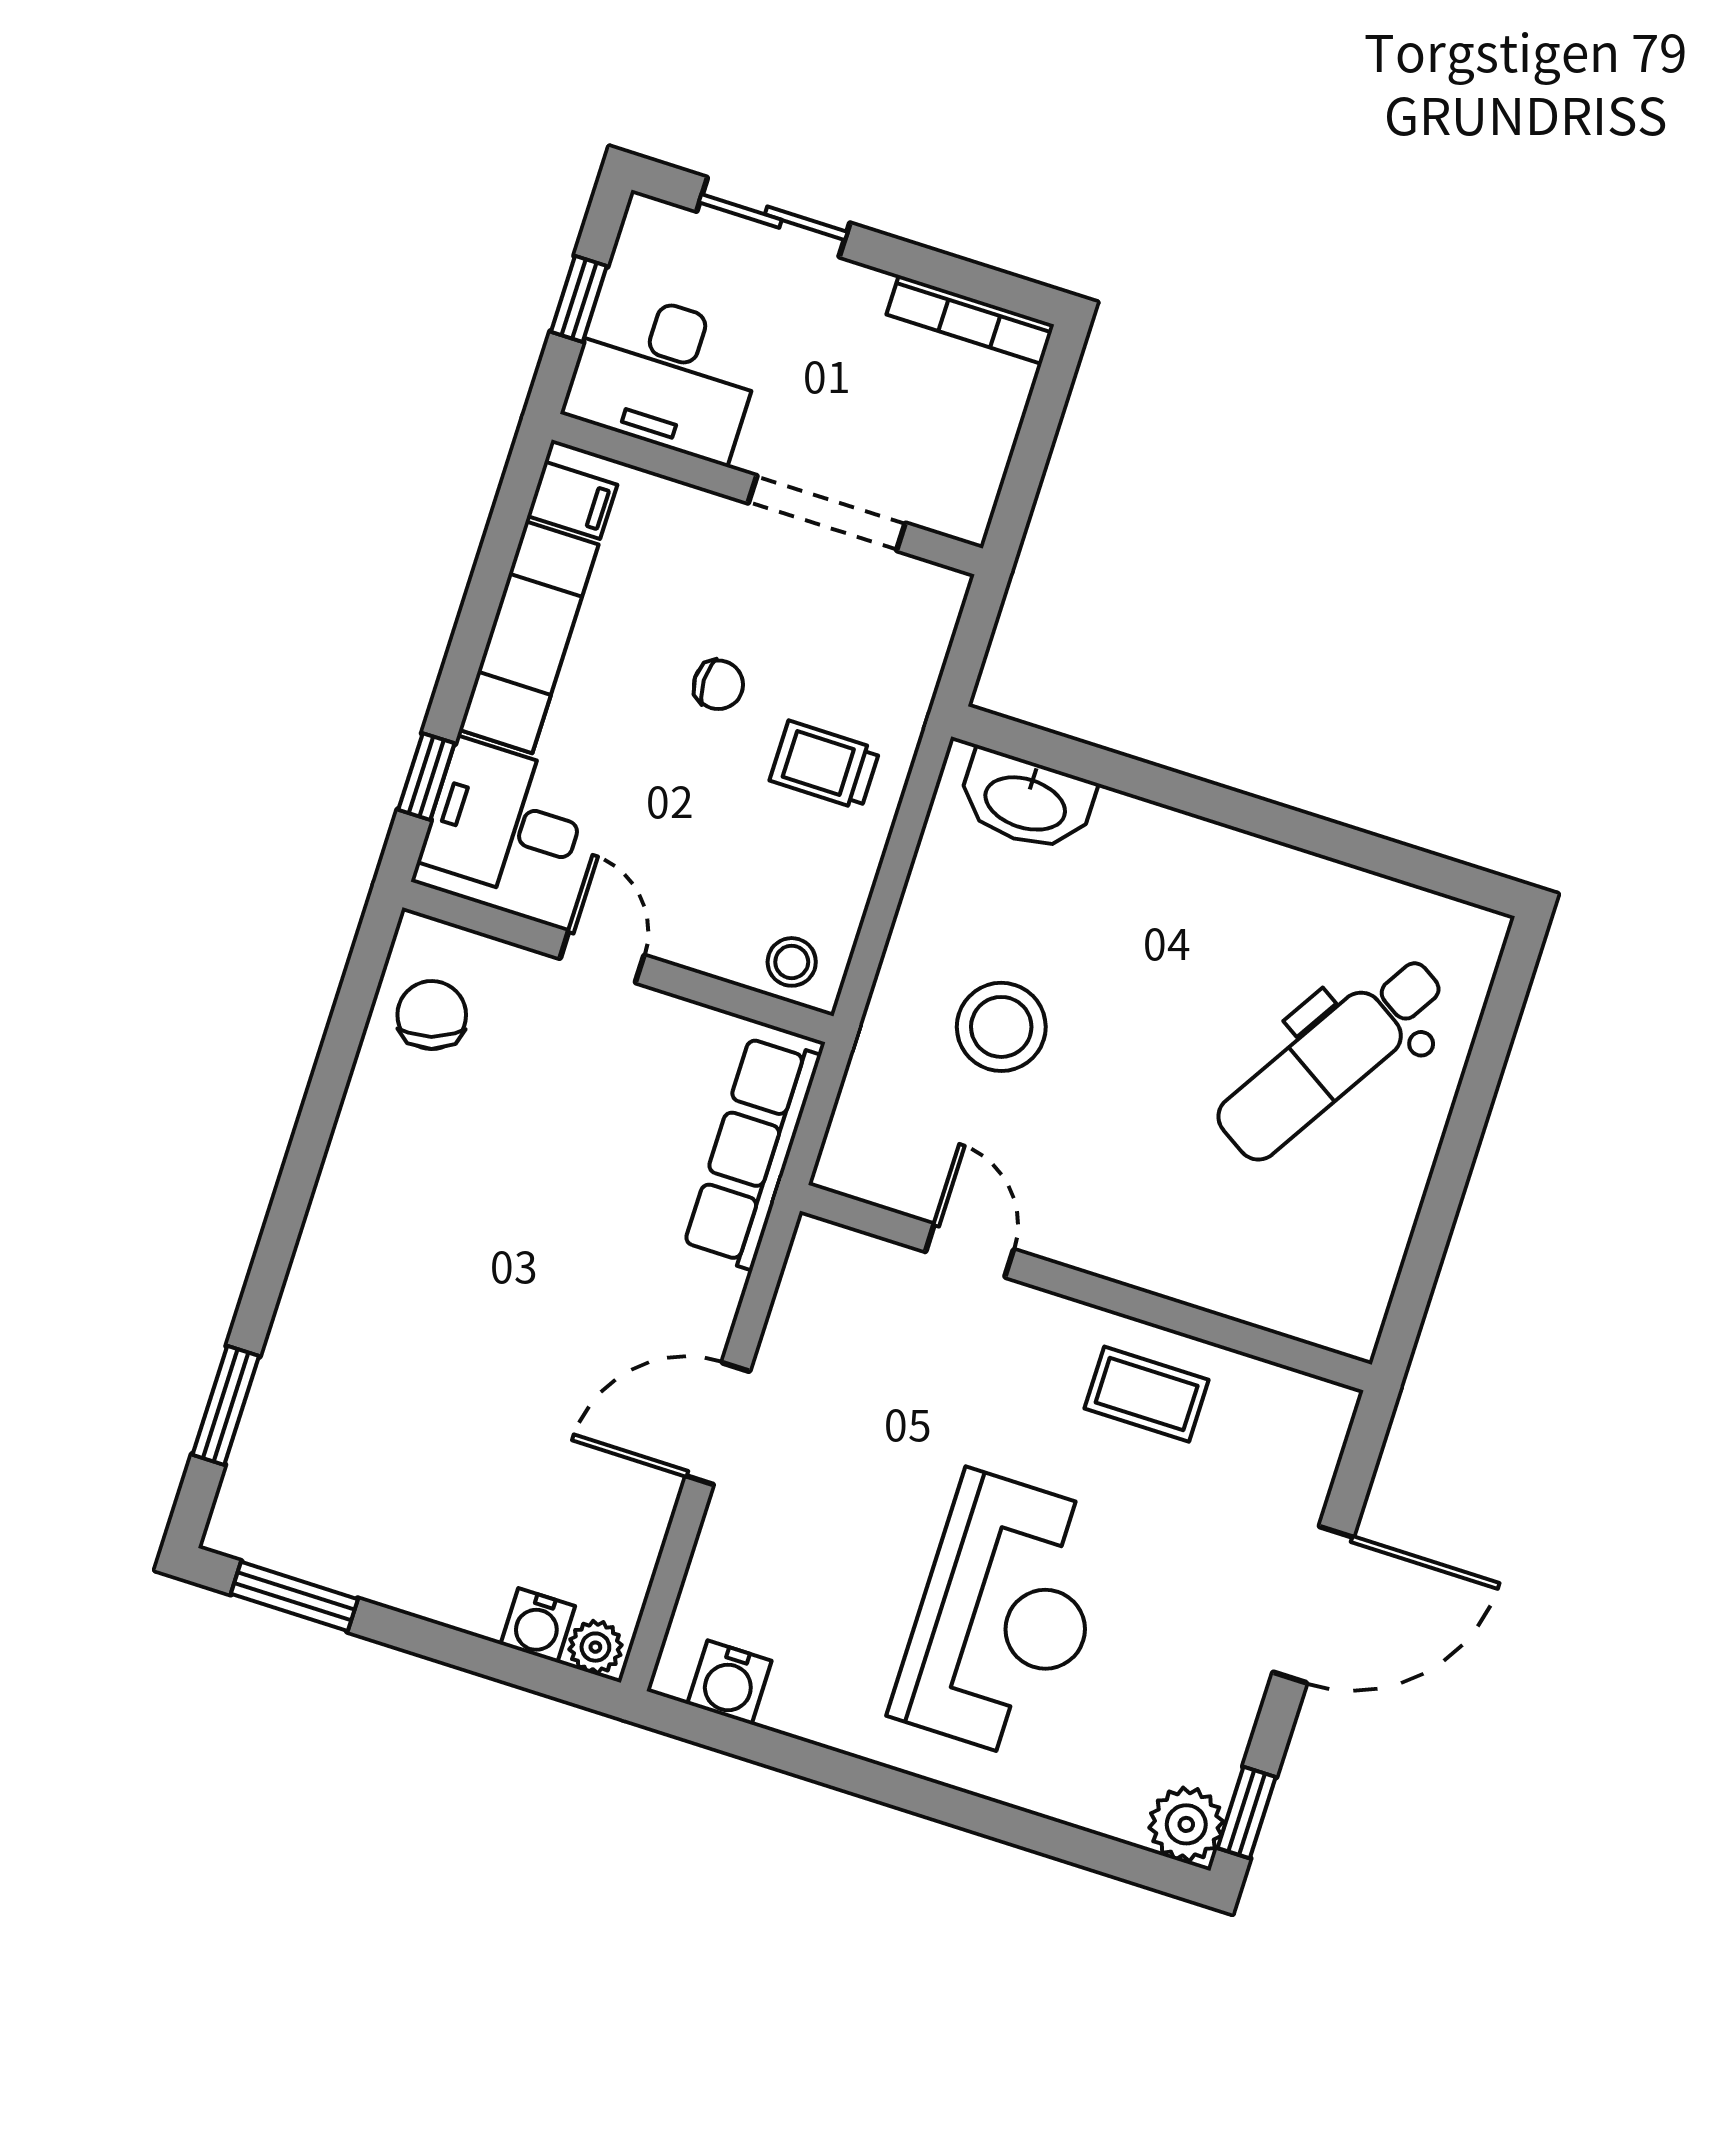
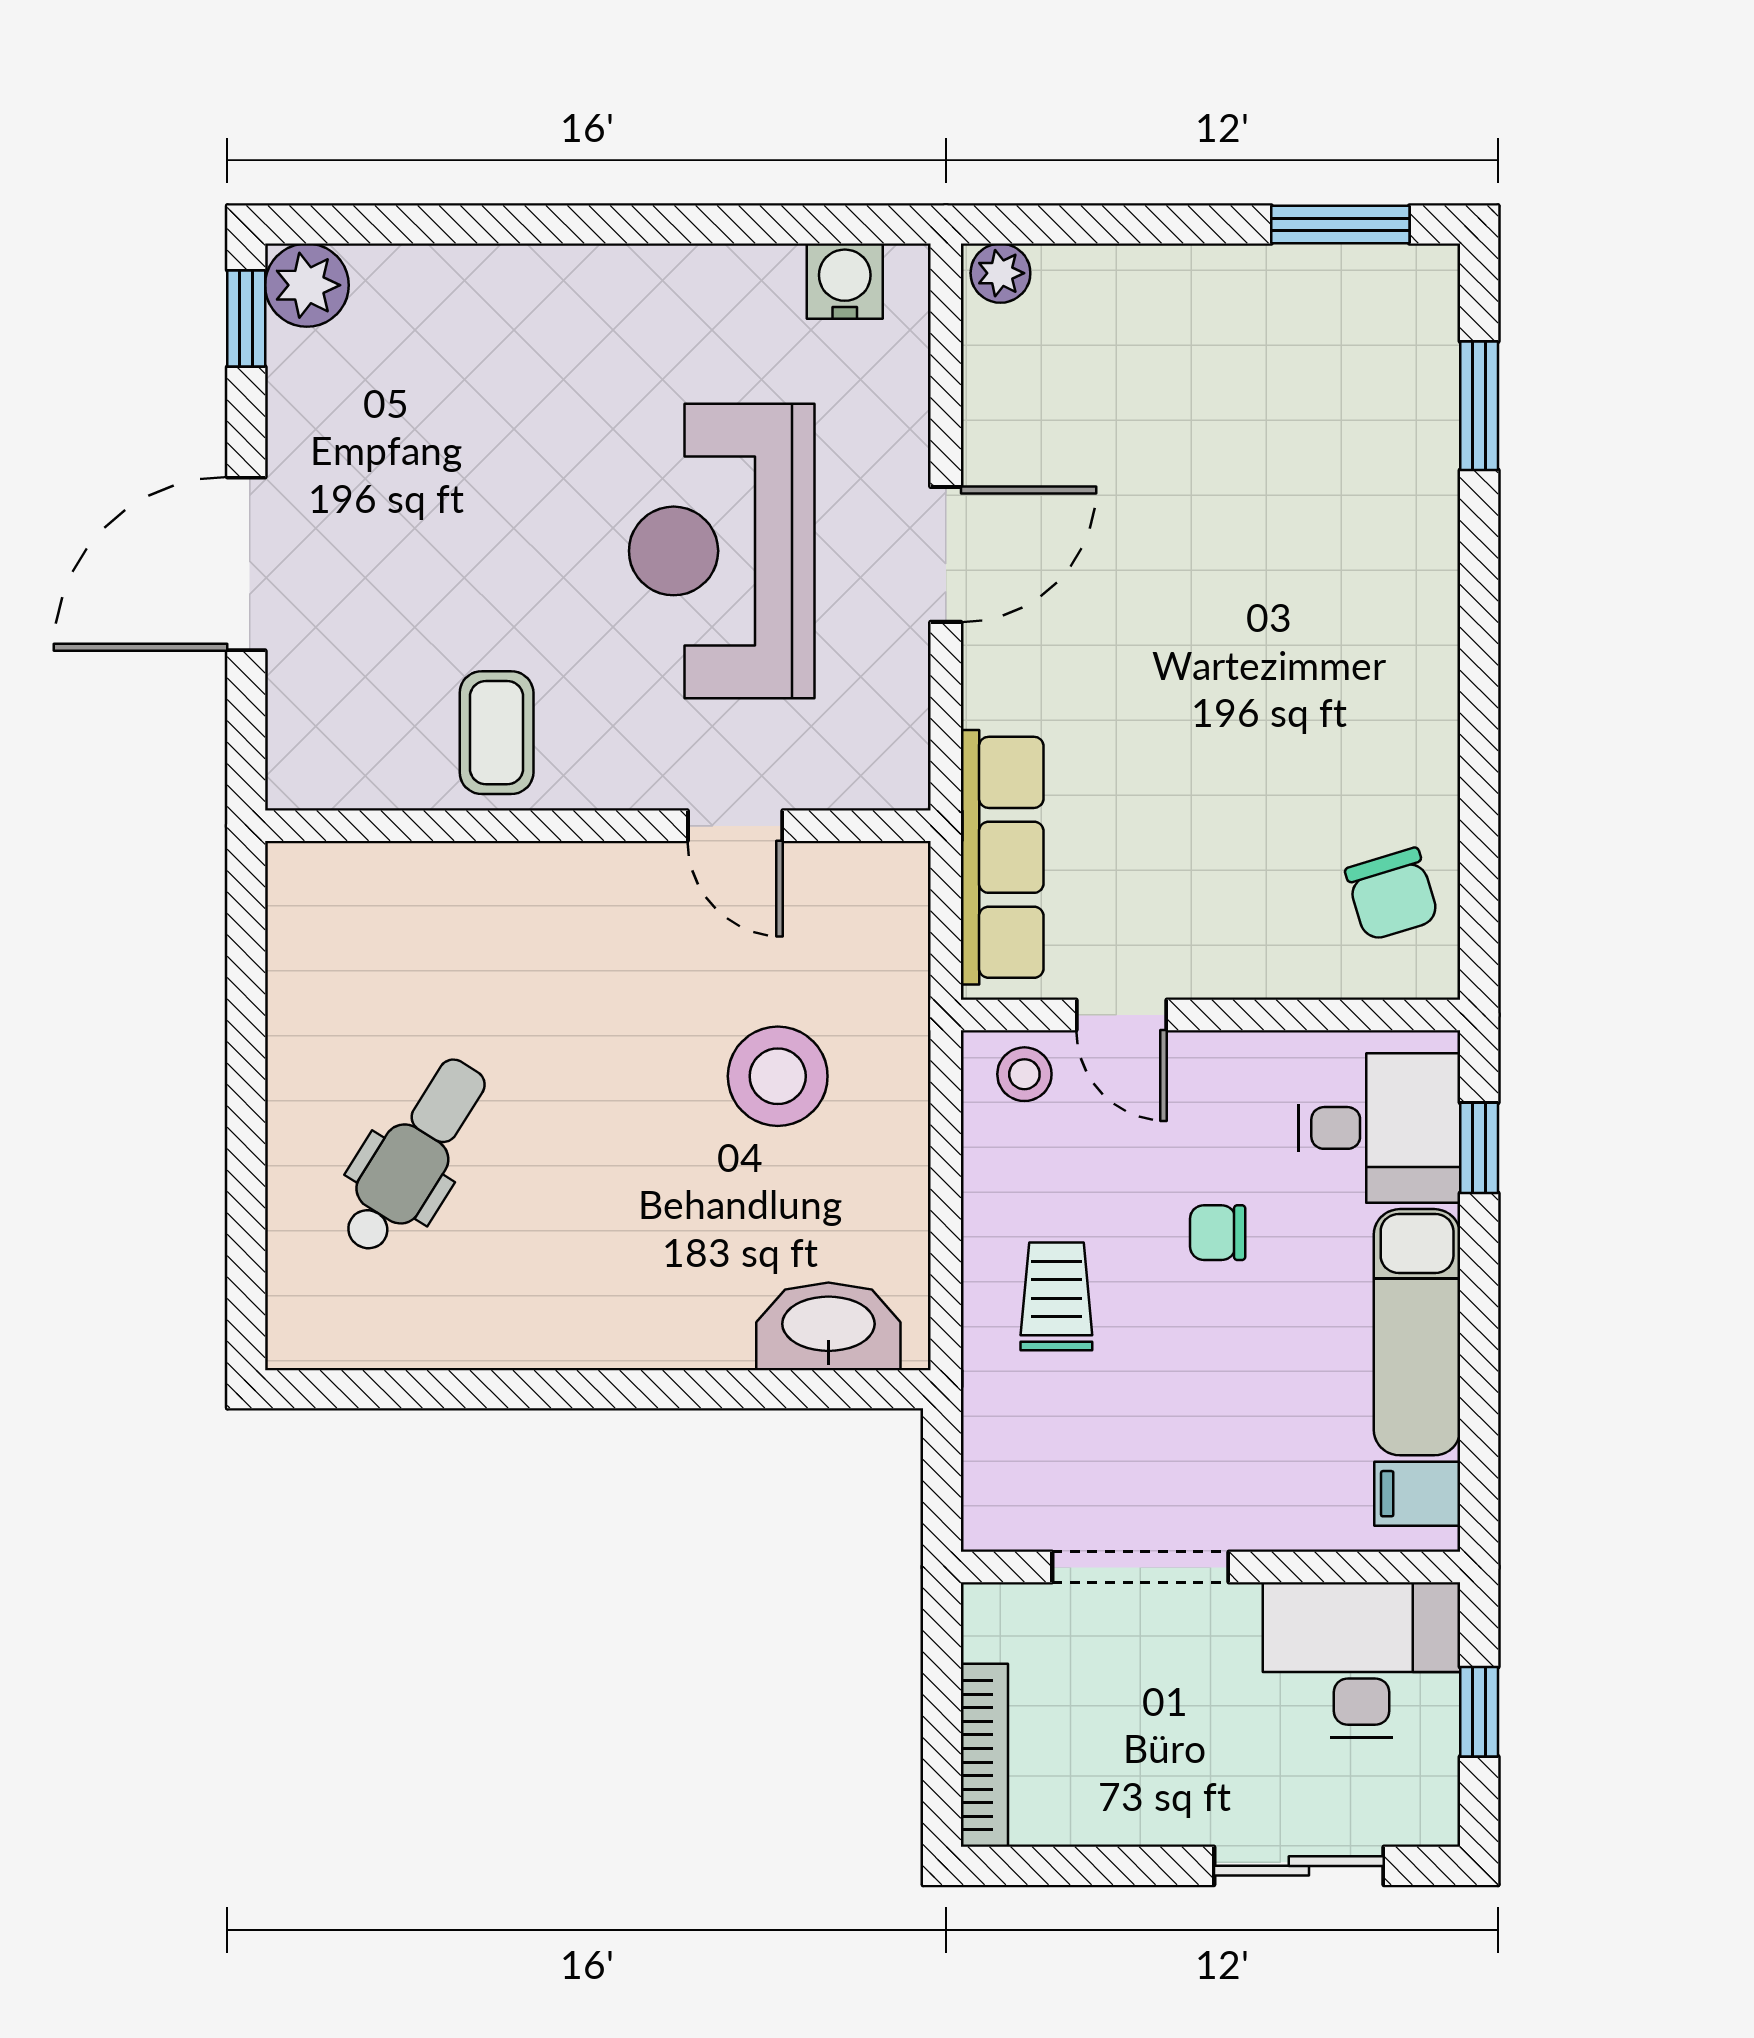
bookcase: (970, 320) -> (984, 1755), moved, turned 90
chair: (718, 685) -> (1218, 1233), moved
trolley: (825, 765) -> (1056, 1296), turned -90
door: (602, 957) -> (1122, 1015), moved
dental chair: (1331, 1058) -> (414, 1156), width x0.73, depth x0.72
coffee table: (1147, 1394) -> (497, 733), turned 90
reception desk: (1004, 1616) -> (722, 551), moved
water cooler: (538, 1625) -> (1070, 277), removed

